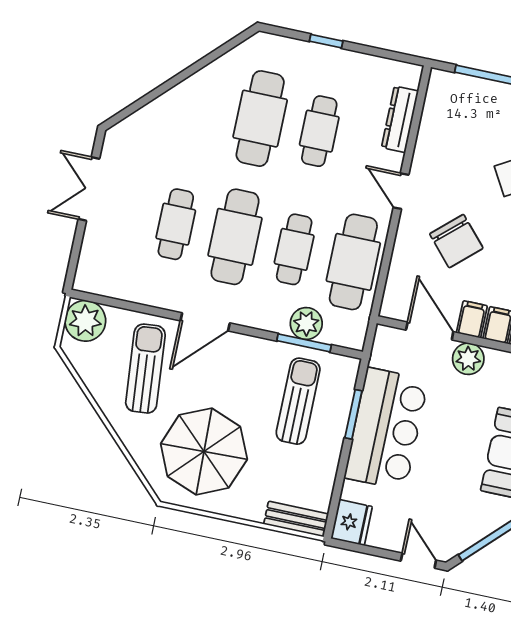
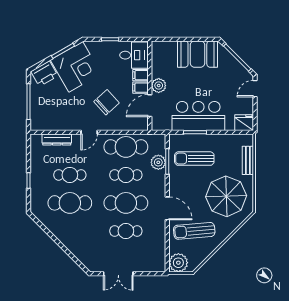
bench: (296, 519) -> (248, 160), moved

